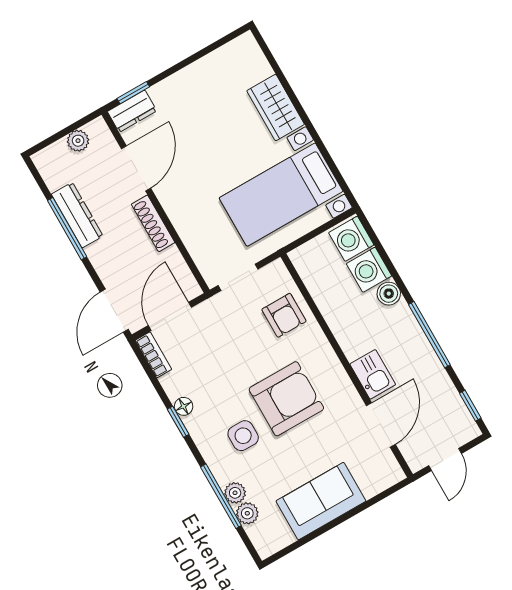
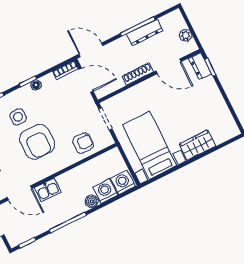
armchair: (284, 315) -> (83, 143), turned 180

